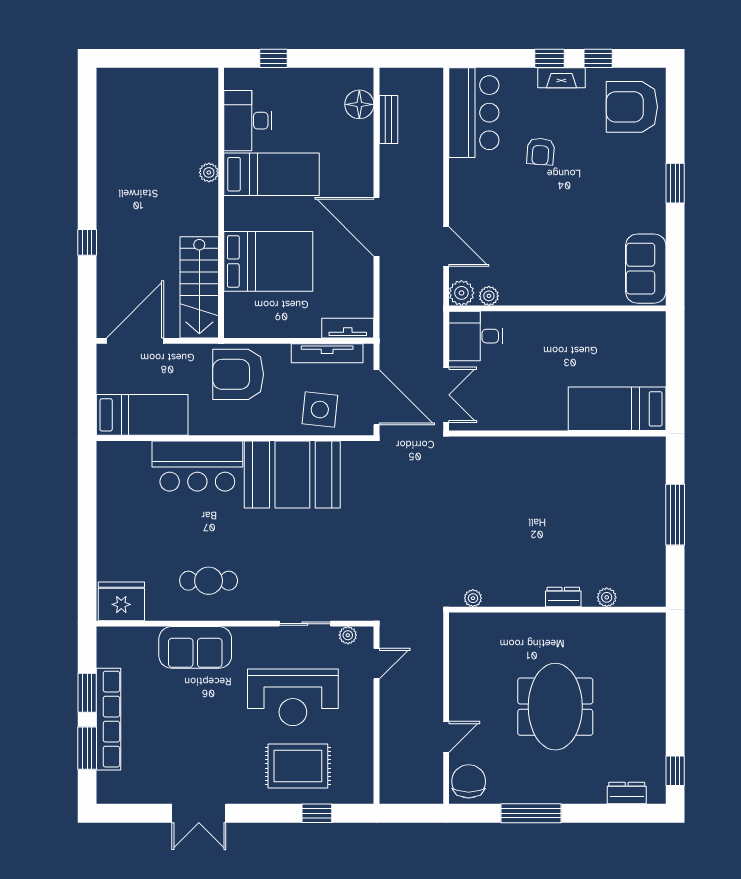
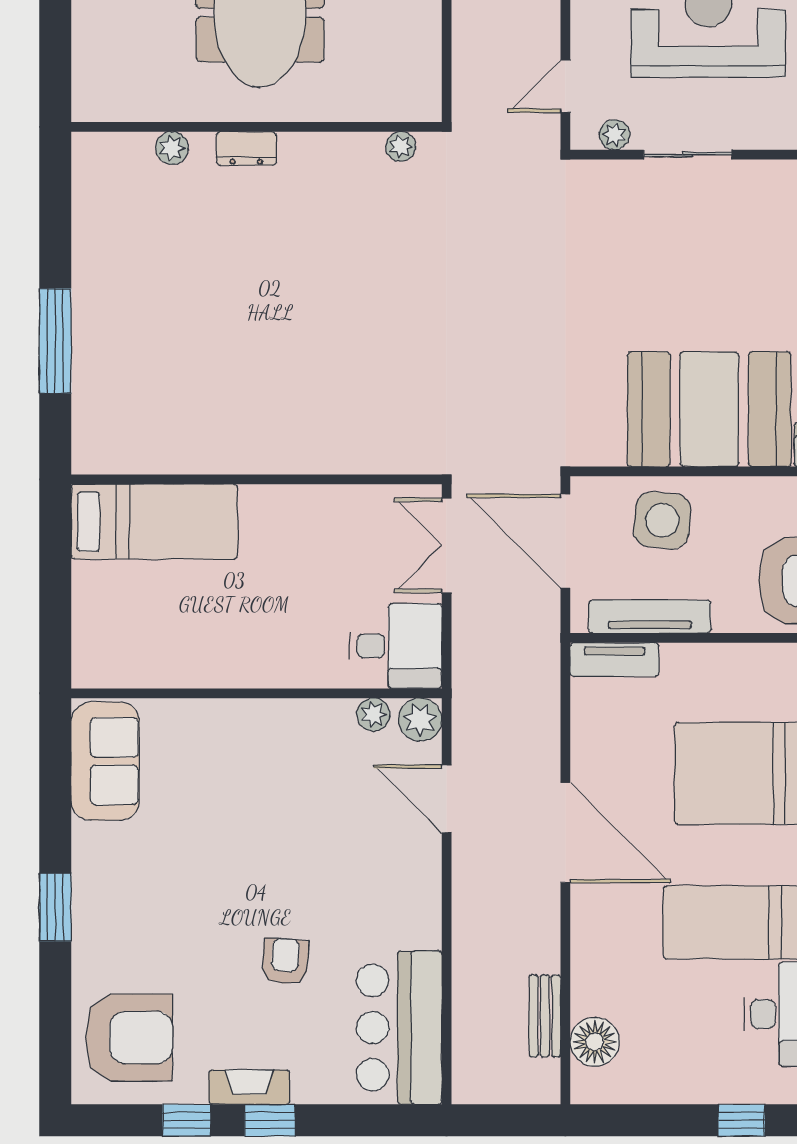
dresser: (563, 597) -> (246, 148), moved
plant: (607, 597) -> (172, 148), moved
plant: (473, 598) -> (401, 147), moved
wall: (557, 610) -> (256, 127), moved

